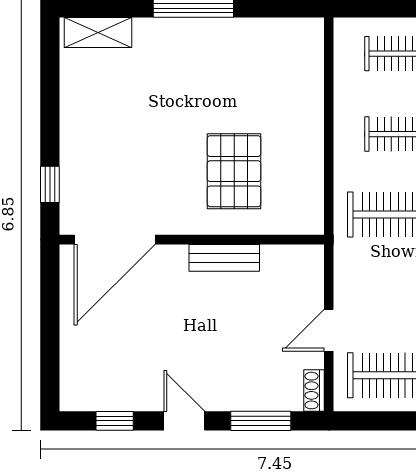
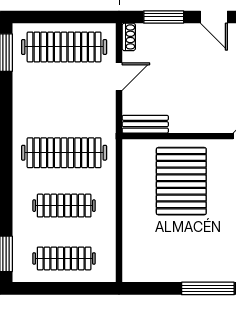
pallet: (234, 171) -> (181, 181), width x1.37, depth x1.41
bench: (224, 258) -> (145, 124), moved

